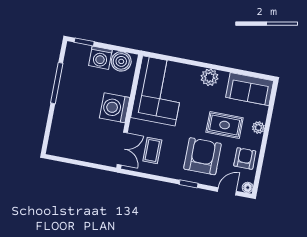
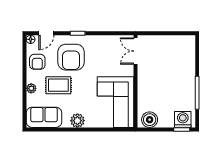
washing machine: (100, 58) -> (183, 119), moved
washing machine: (115, 108) -> (148, 82), removed
coffee table: (152, 150) -> (112, 54), removed

